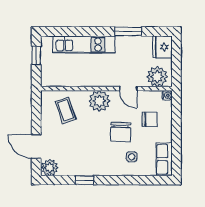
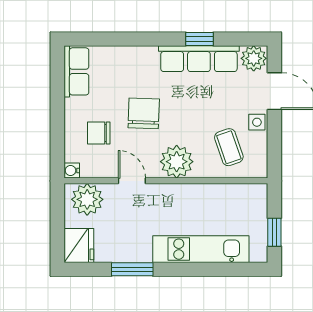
side table: (132, 157) -> (257, 122), moved
row of seats: (85, 167) -> (199, 59), added

